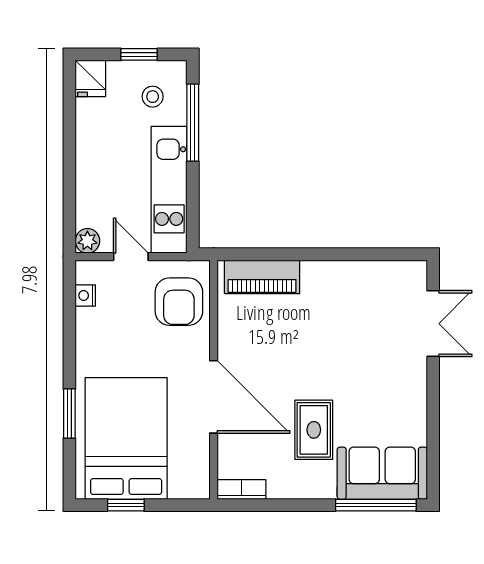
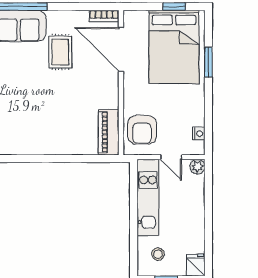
window: (193, 123) -> (134, 238), removed
piano: (262, 277) -> (109, 132), moved, turned -90
armchair: (179, 302) -> (142, 130), turned 180
door: (214, 397) -> (121, 49), moved

